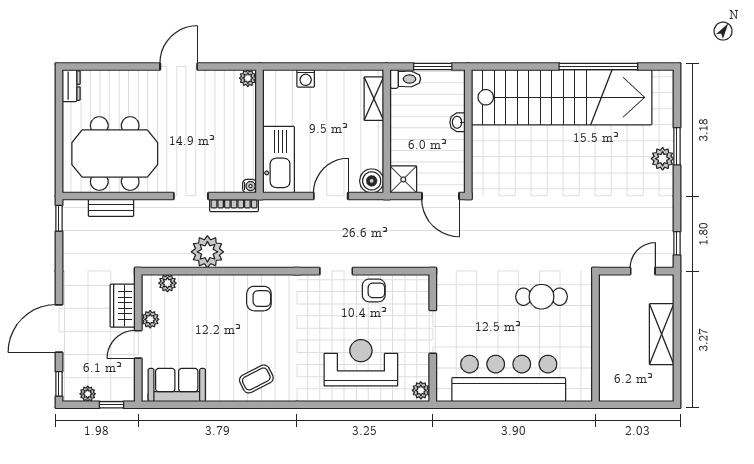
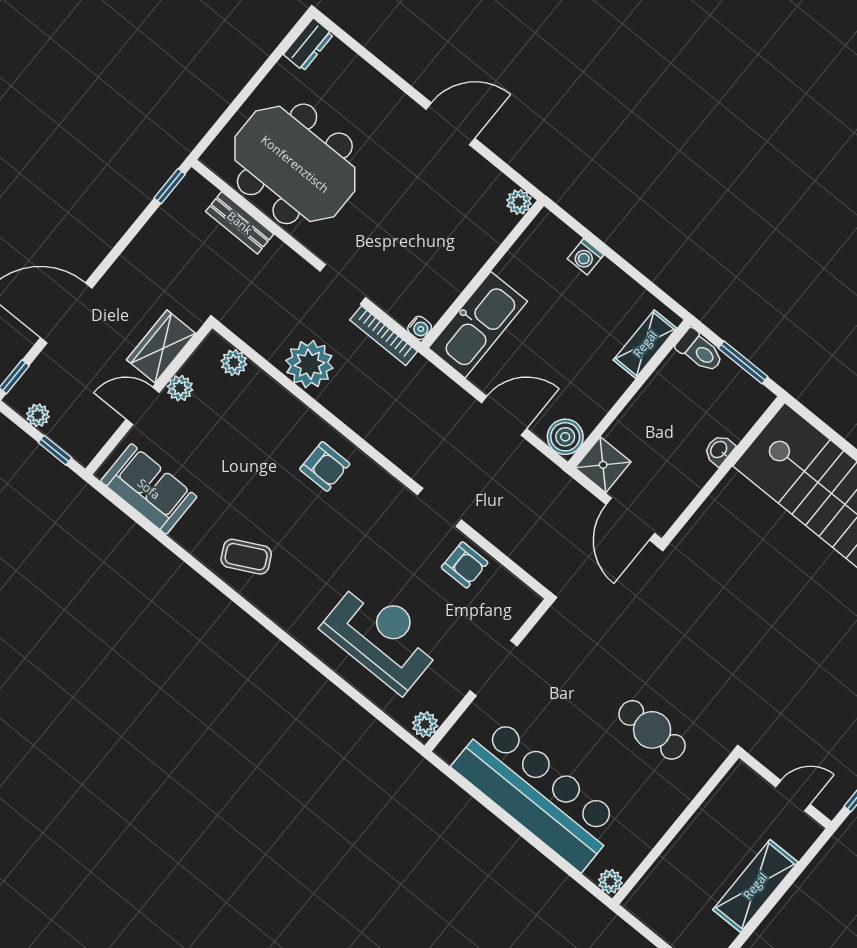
plant: (584, 393) -> (610, 881), added

